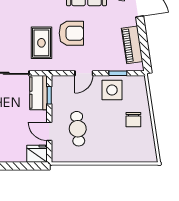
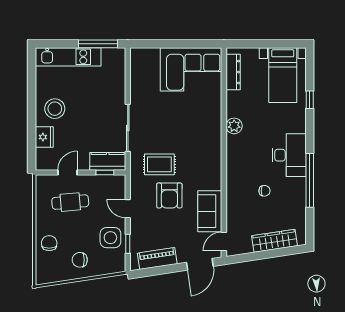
chair: (117, 149) -> (49, 243), added
fridge: (37, 154) -> (44, 137), moved

